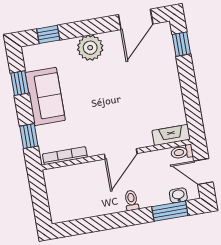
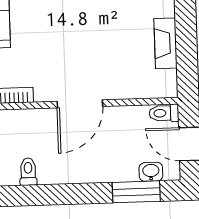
fireplace: (171, 135) -> (166, 43), moved, turned -90
toilet: (131, 200) -> (28, 172), moved

